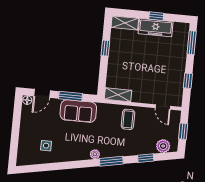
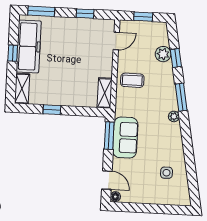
freezer: (156, 28) -> (29, 46), width x1.36, depth x1.26
window: (70, 96) -> (109, 136), moved
plant: (163, 146) -> (163, 54), moved

